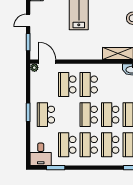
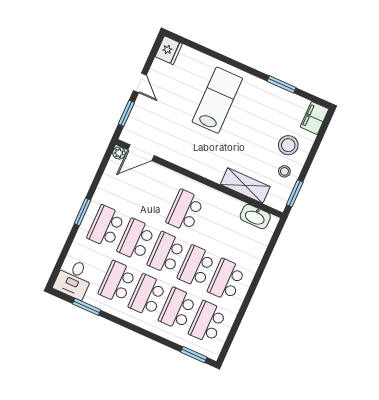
door: (28, 20) -> (140, 83), swing flipped
door: (47, 62) -> (141, 153), swing flipped
school desk: (67, 84) -> (136, 240), moved

